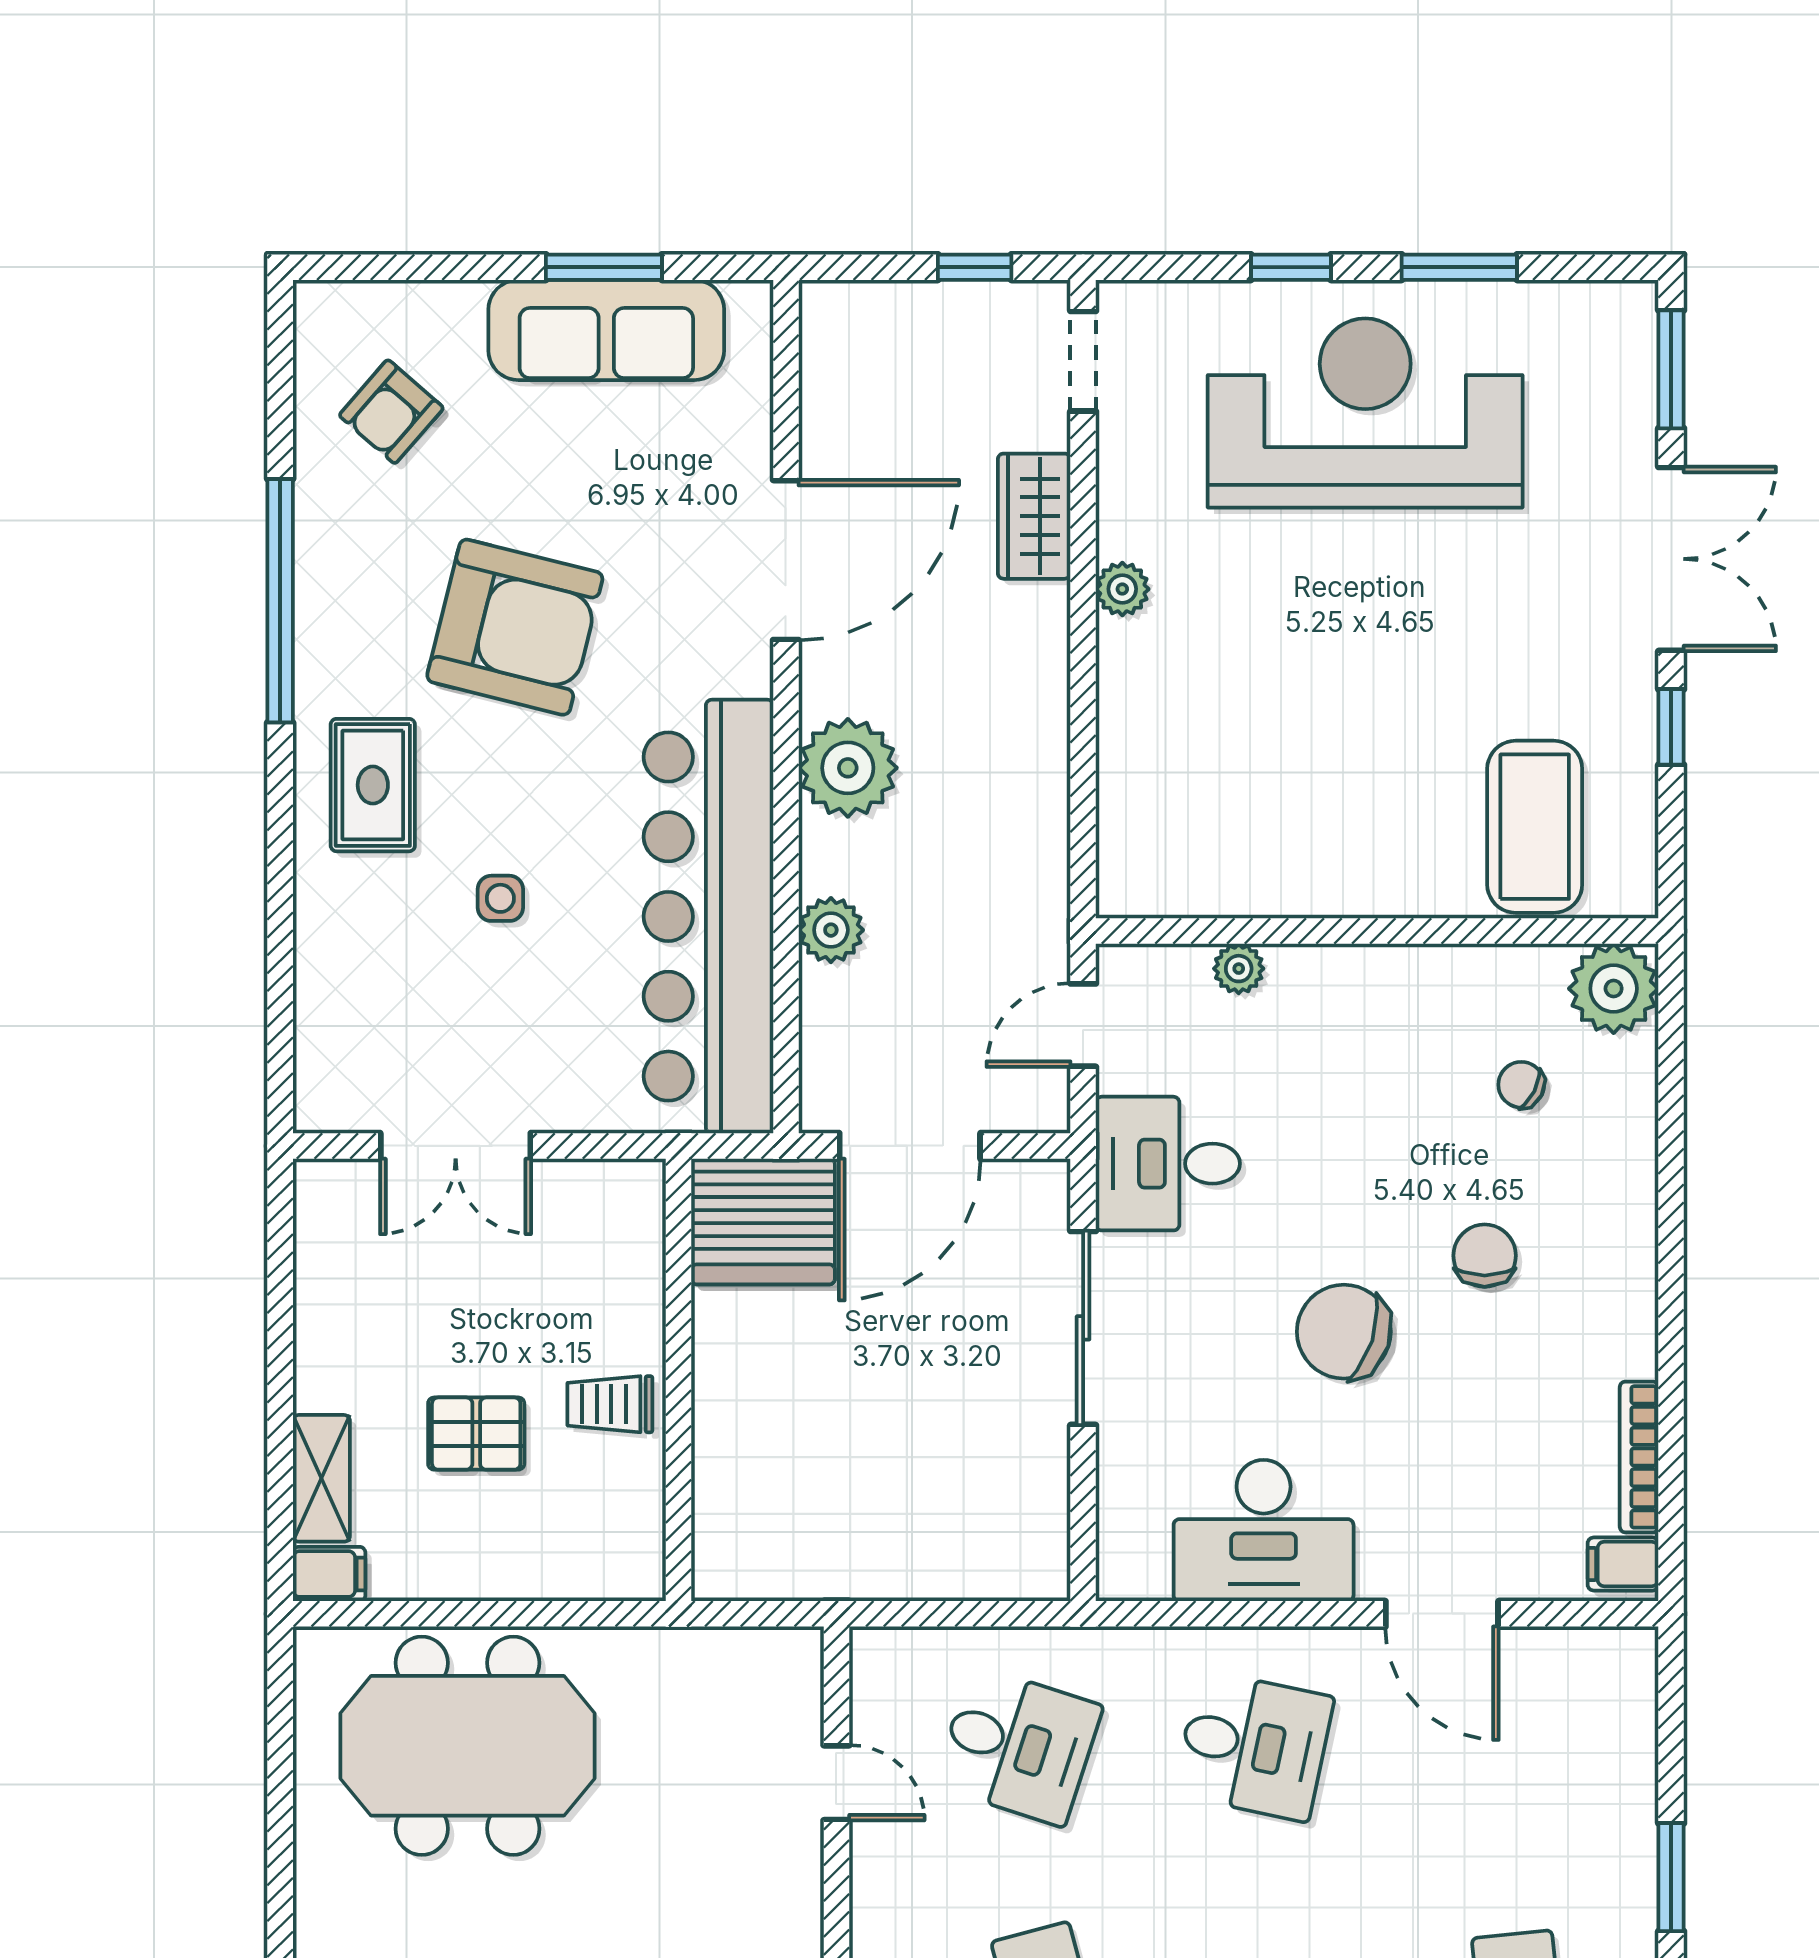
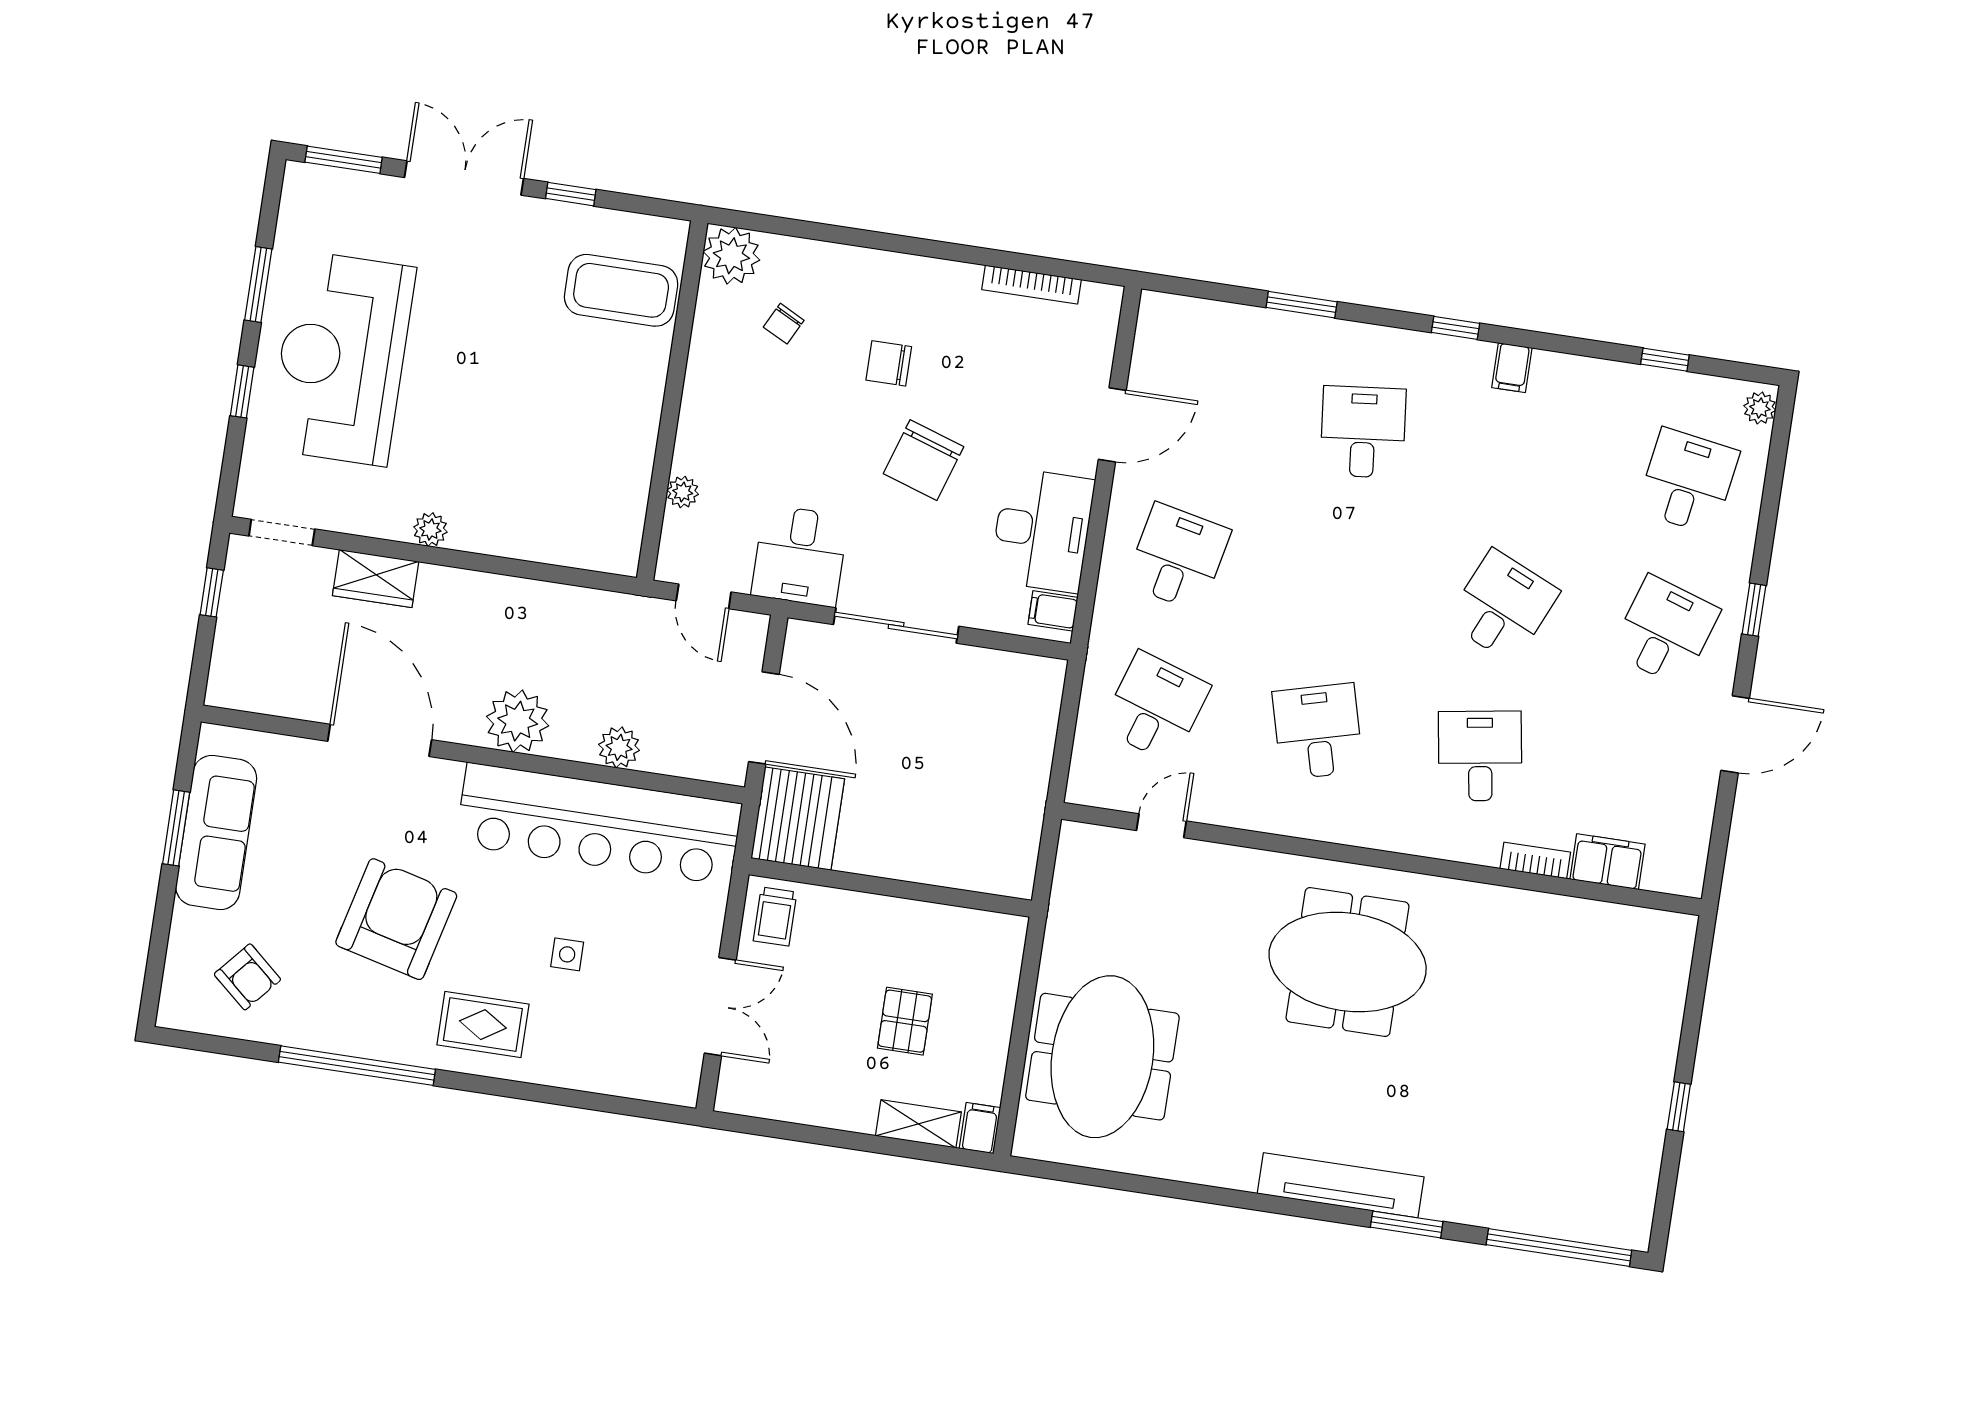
trolley: (610, 1404) -> (775, 917), moved
filing cabinet: (1623, 1564) -> (1053, 611), moved, turned 90

